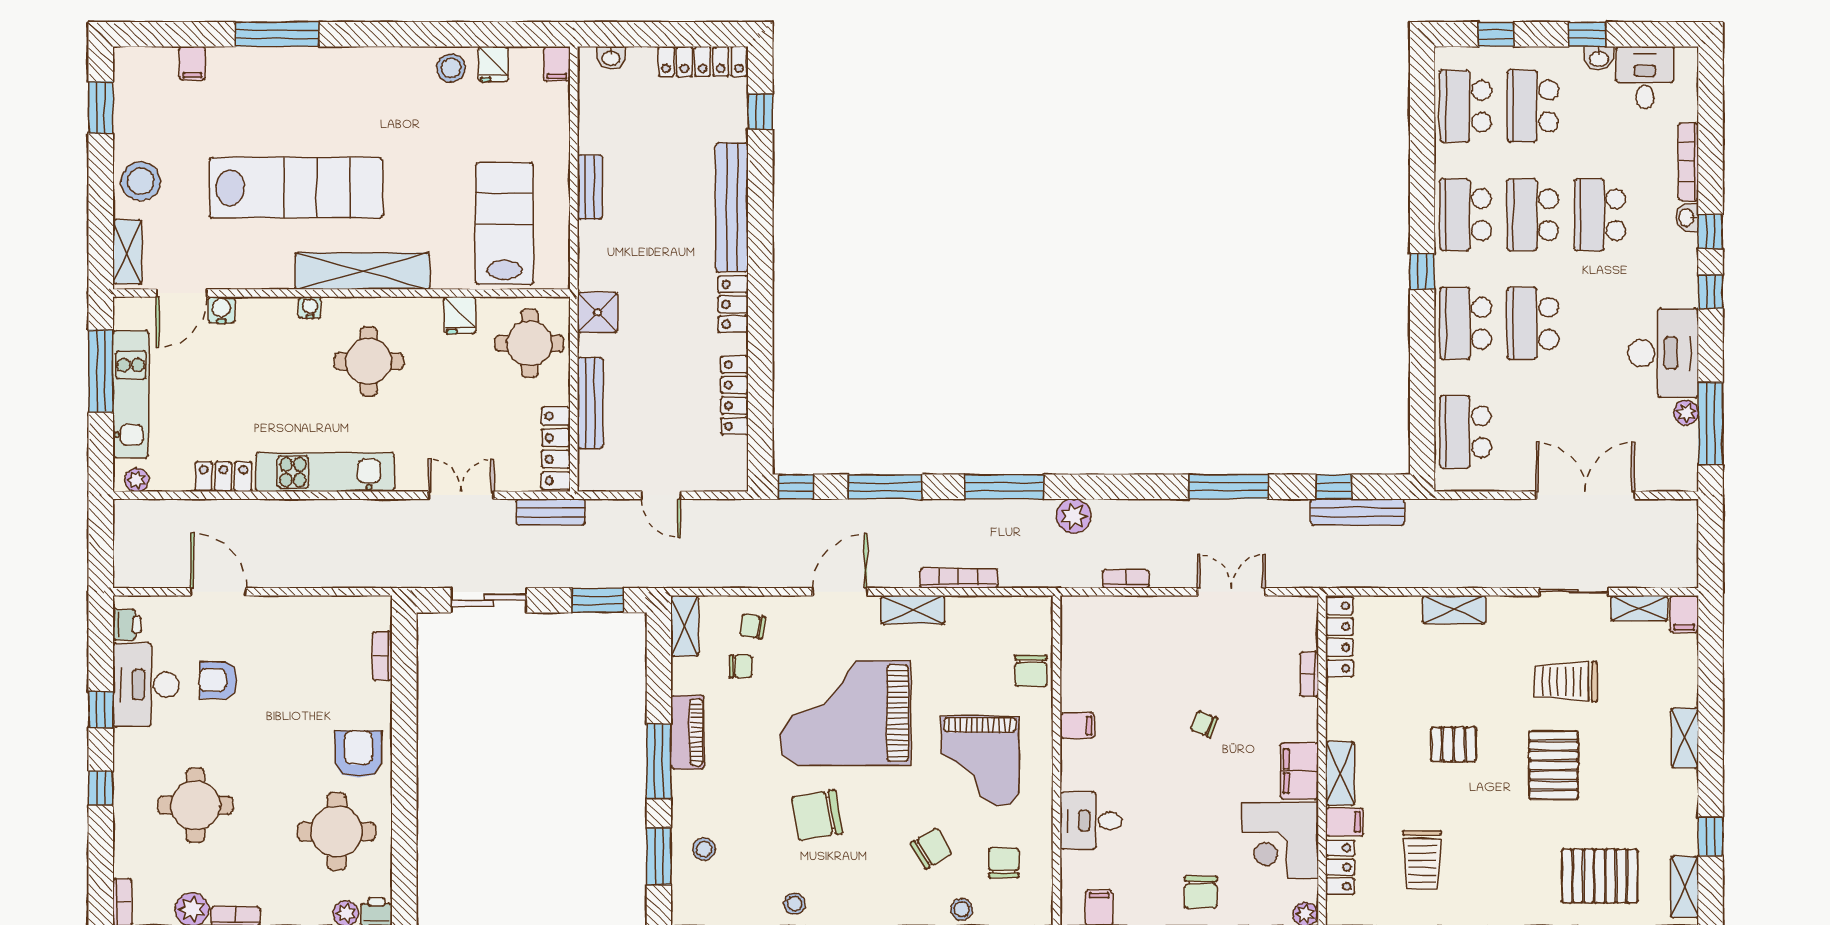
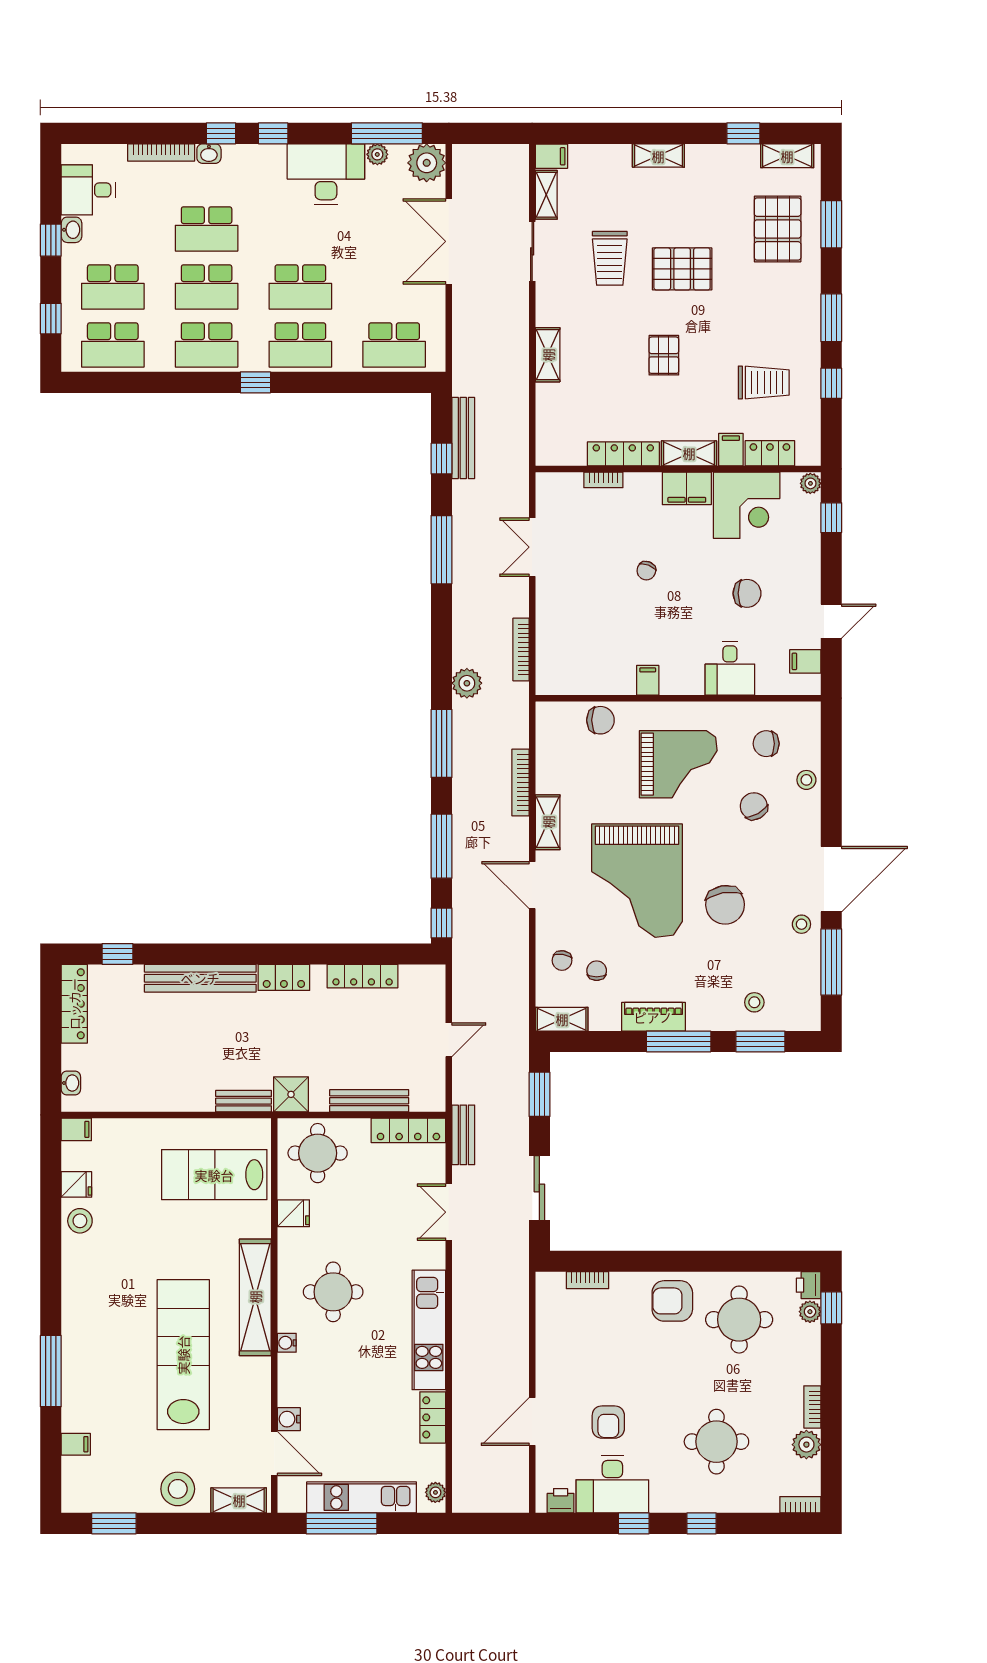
bench: (590, 187) -> (244, 1101), moved
plant: (1676, 470) -> (427, 163), added
bookcase: (1126, 579) -> (521, 650), width x1.56
locker: (1339, 637) -> (623, 454), moved
chair: (1201, 892) -> (747, 593), moved

